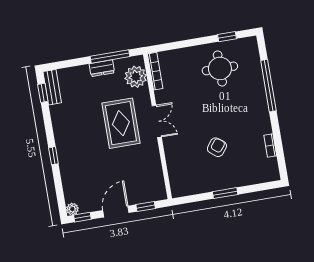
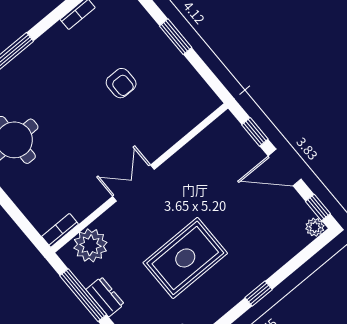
bookcase: (155, 71) -> (60, 230), width x0.64
rug: (121, 123) -> (185, 258), moved
armchair: (217, 147) -> (121, 83), turned -128

